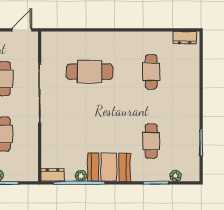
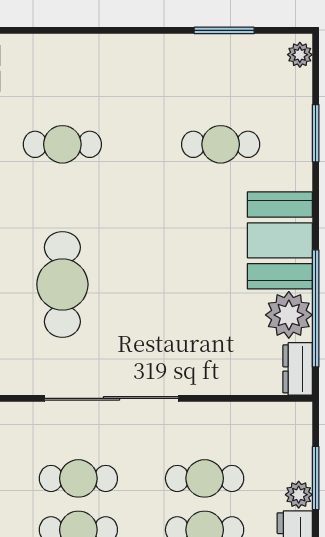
plant: (81, 176) -> (289, 315), width x1.87, depth x1.87
plant: (176, 176) -> (300, 55), moved

